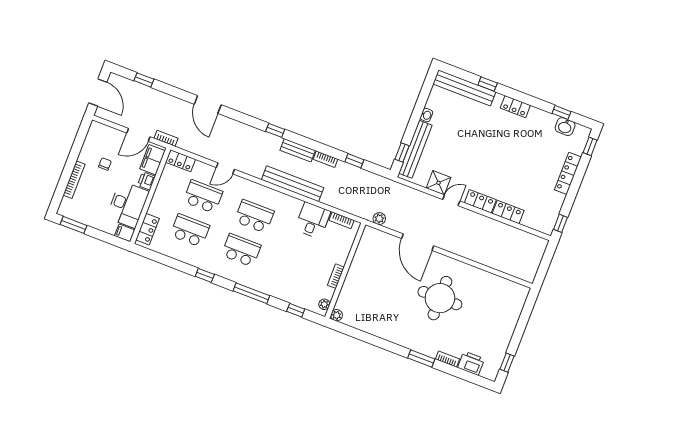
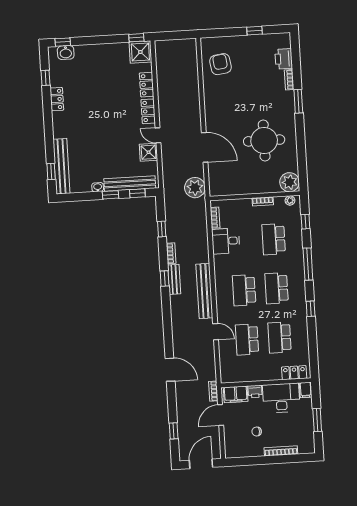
window: (488, 84) -> (51, 172), moved
door: (208, 104) -> (170, 370), hinge flipped
locker: (515, 107) -> (57, 99), moved
window: (413, 125) -> (110, 195), added
washbasin: (565, 127) -> (66, 53), moved, turned 90
window: (275, 130) -> (165, 279), moved
door: (138, 135) -> (221, 415), swing flipped
locker: (181, 161) -> (226, 371), removed
locker: (568, 173) -> (93, 50), removed
bench: (293, 184) -> (204, 291), moved
plant: (379, 219) -> (195, 188), width x1.88, depth x1.88
shower: (544, 221) -> (140, 52), added
window: (73, 225) -> (317, 420), moved
door: (418, 242) -> (205, 147), hinge flipped
school desk: (293, 270) -> (274, 239), added
armchair: (495, 297) -> (221, 64), added
round table: (440, 298) -> (264, 140), moved
plant: (337, 315) -> (290, 182), width x1.88, depth x1.88
window: (507, 363) -> (254, 31), moved

